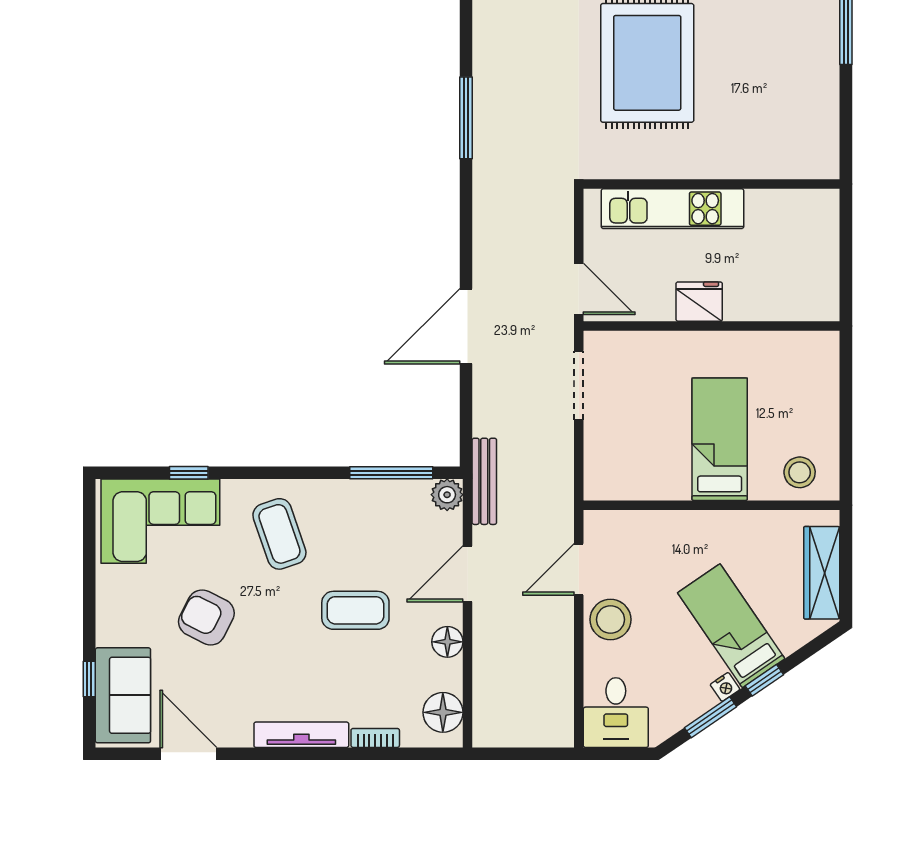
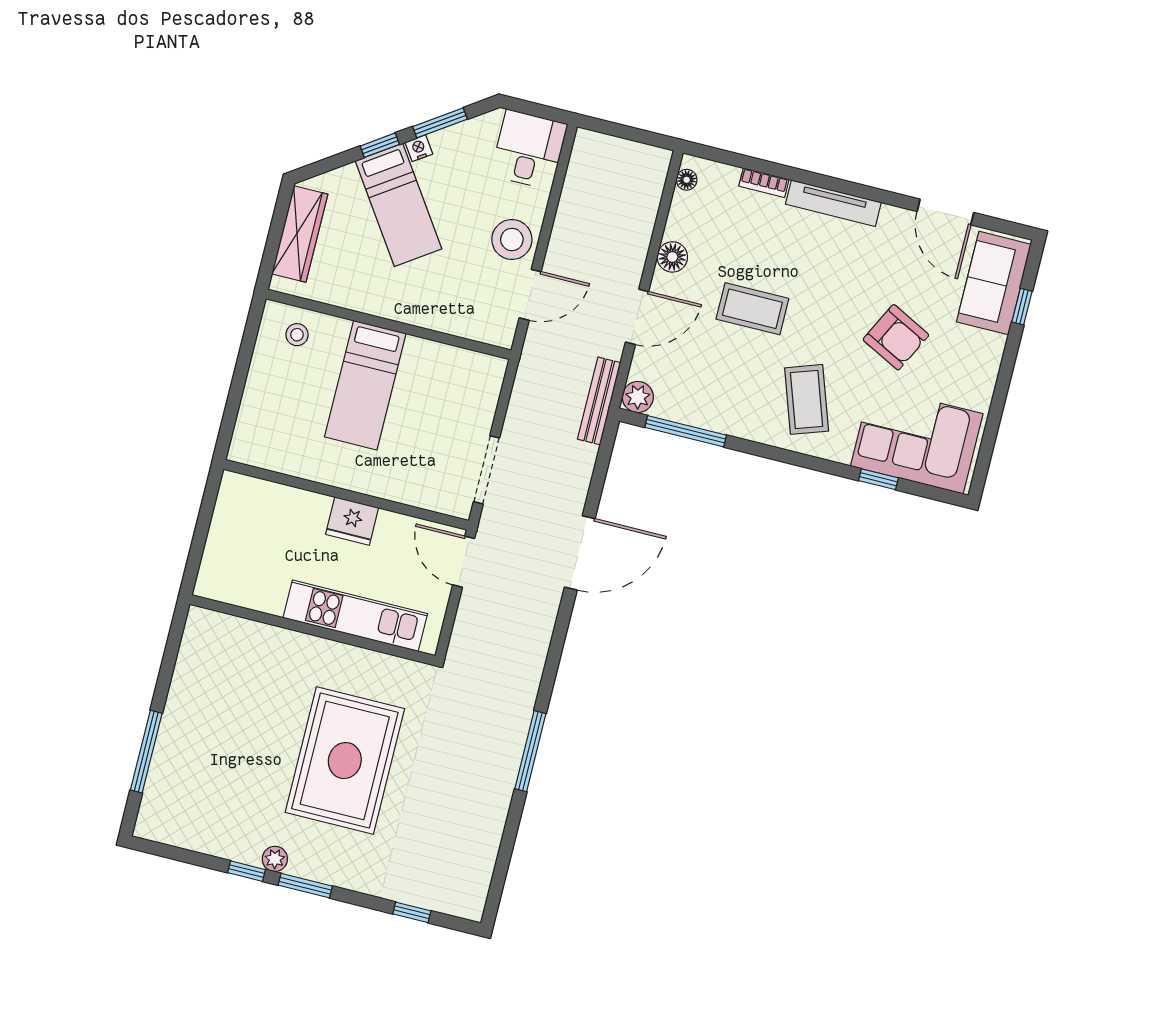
stool: (800, 472) -> (297, 335), width x0.73, depth x0.73
floor lamp: (443, 712) -> (687, 180), width x0.53, depth x0.53

